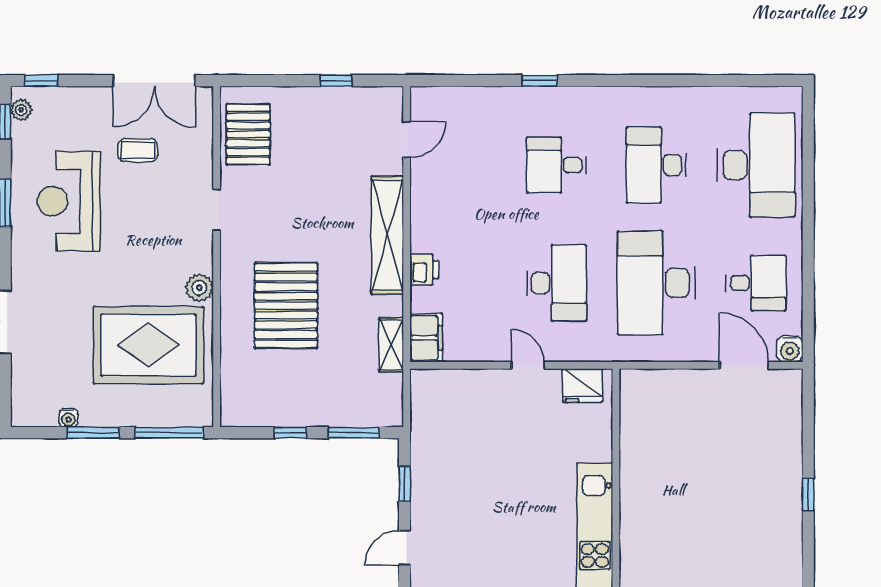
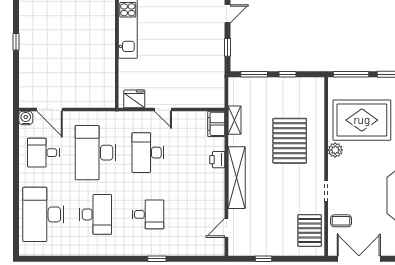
coffee table: (138, 150) -> (341, 221), moved
desk: (656, 283) -> (96, 153), turned 180

